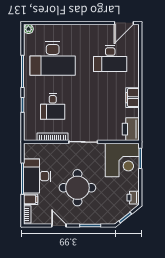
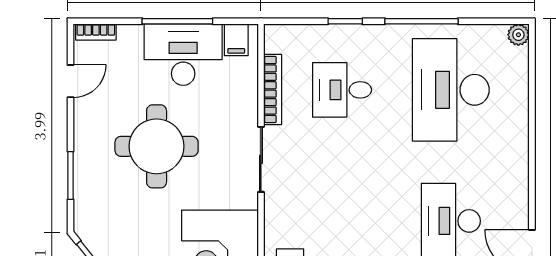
filing cabinet: (31, 199) -> (236, 40), moved
door: (59, 225) -> (71, 81), moved

